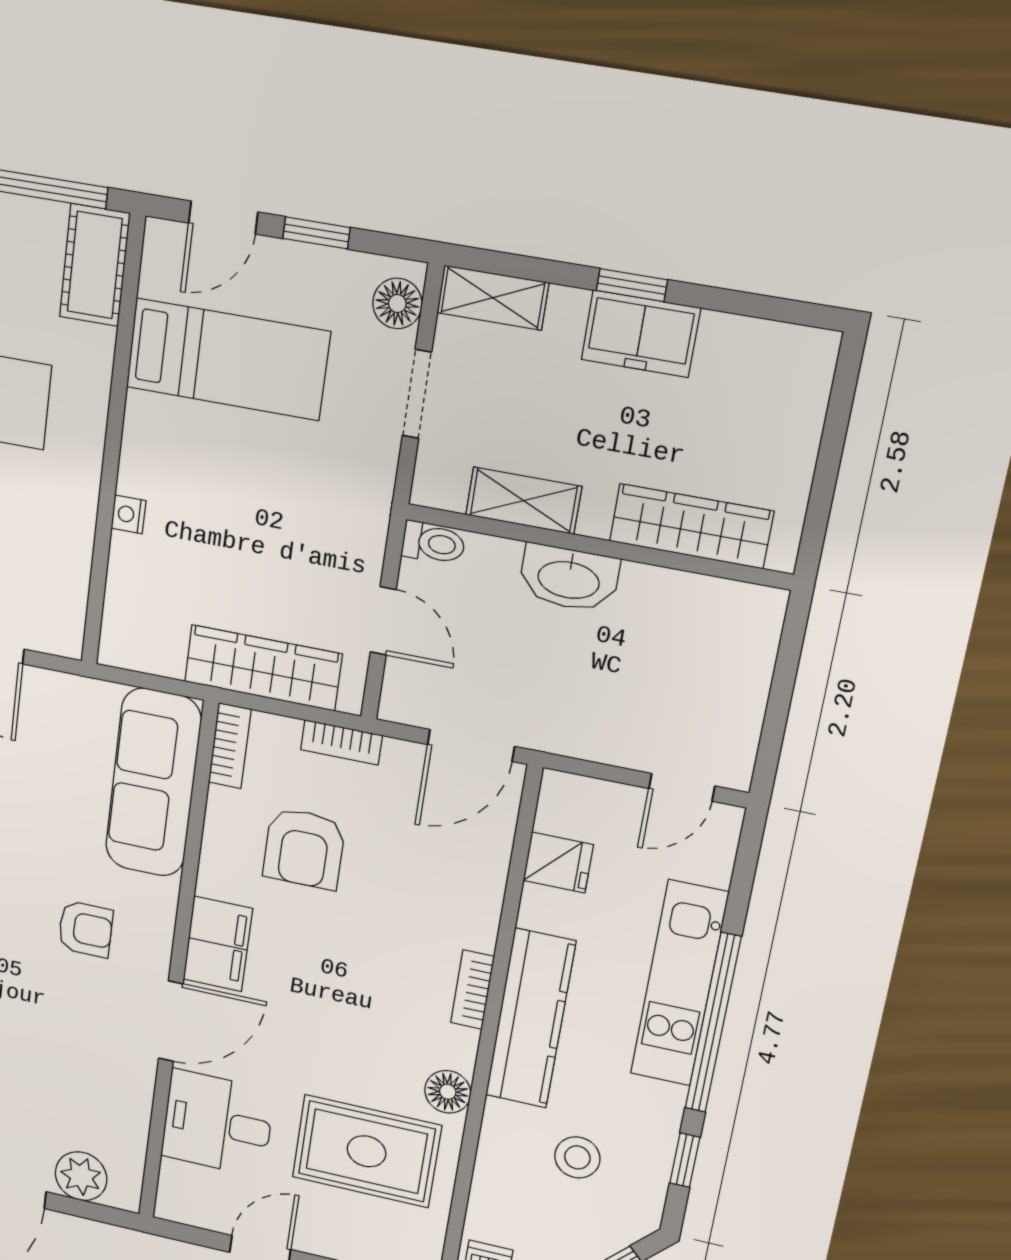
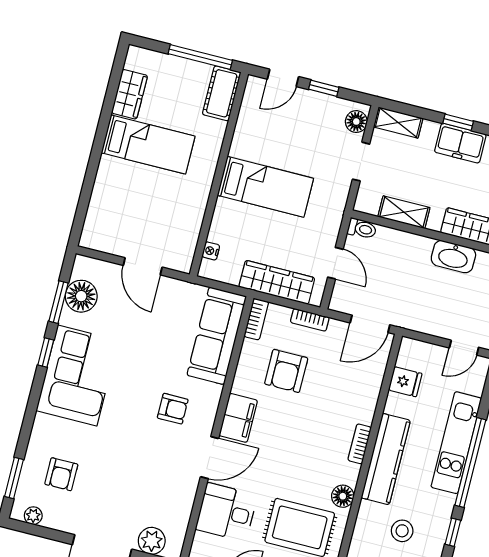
bed: (228, 359) -> (265, 187), moved
nightstand: (128, 514) -> (211, 251), moved
washbasin: (569, 578) -> (453, 257), moved

